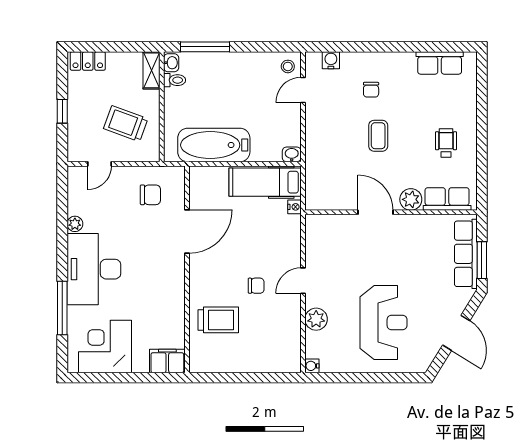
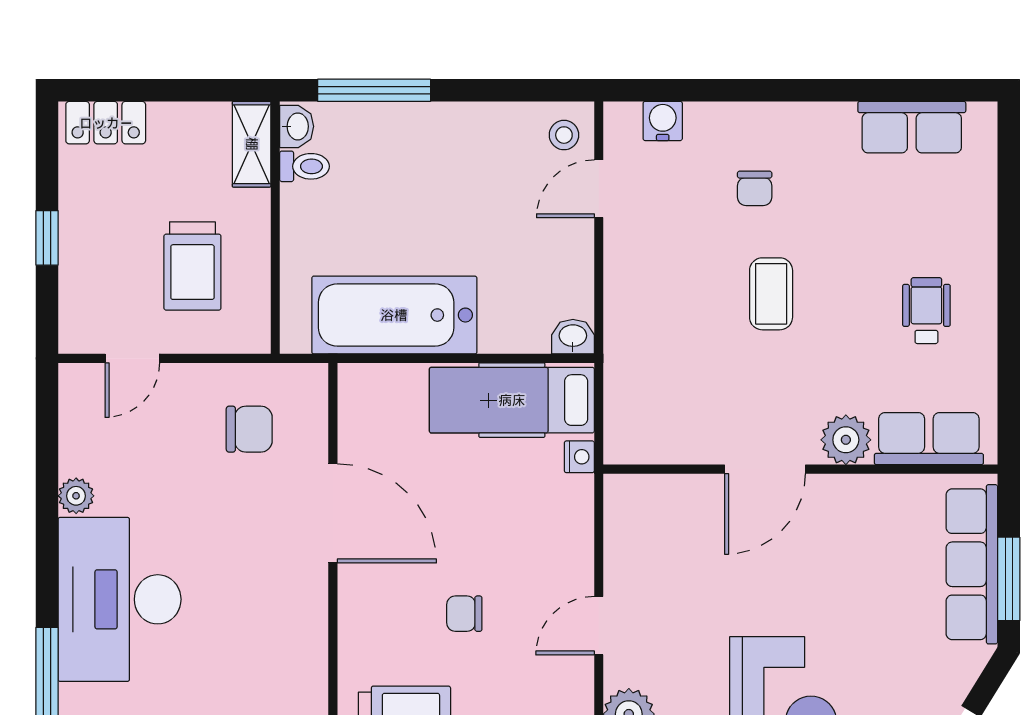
trolley: (126, 124) -> (192, 266), turned -110
door: (376, 212) -> (765, 469), swing flipped
door: (187, 232) -> (333, 513), hinge flipped
chair: (256, 286) -> (464, 614), moved, turned 180

